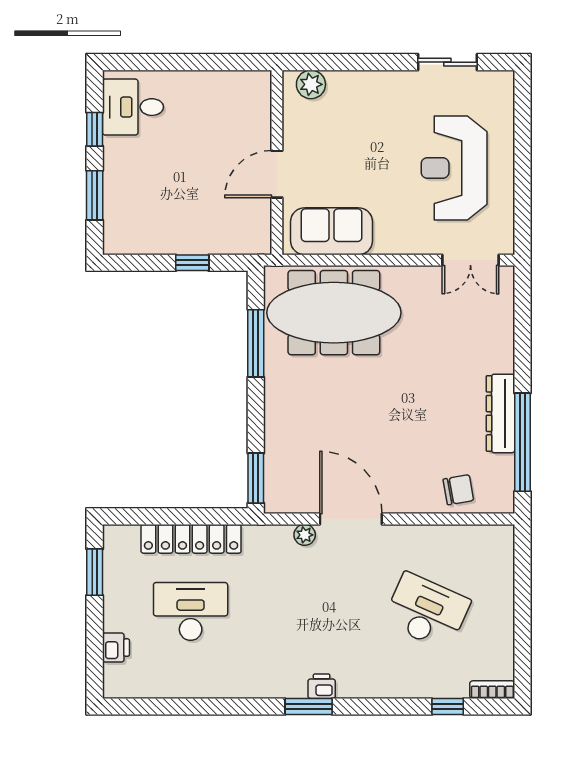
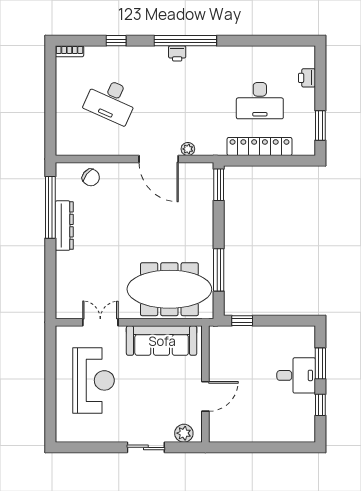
sliding door: (447, 62) -> (146, 447), moved
desk: (133, 107) -> (296, 375), moved
door: (277, 174) -> (205, 396), moved
sofa: (332, 231) -> (162, 341), width x1.36
double door: (470, 260) -> (100, 322), moved
window: (192, 263) -> (242, 321), moved
chair: (458, 490) -> (91, 177), turned -131
window: (309, 707) -> (185, 41), width x2.11
window: (448, 707) -> (116, 41), moved

